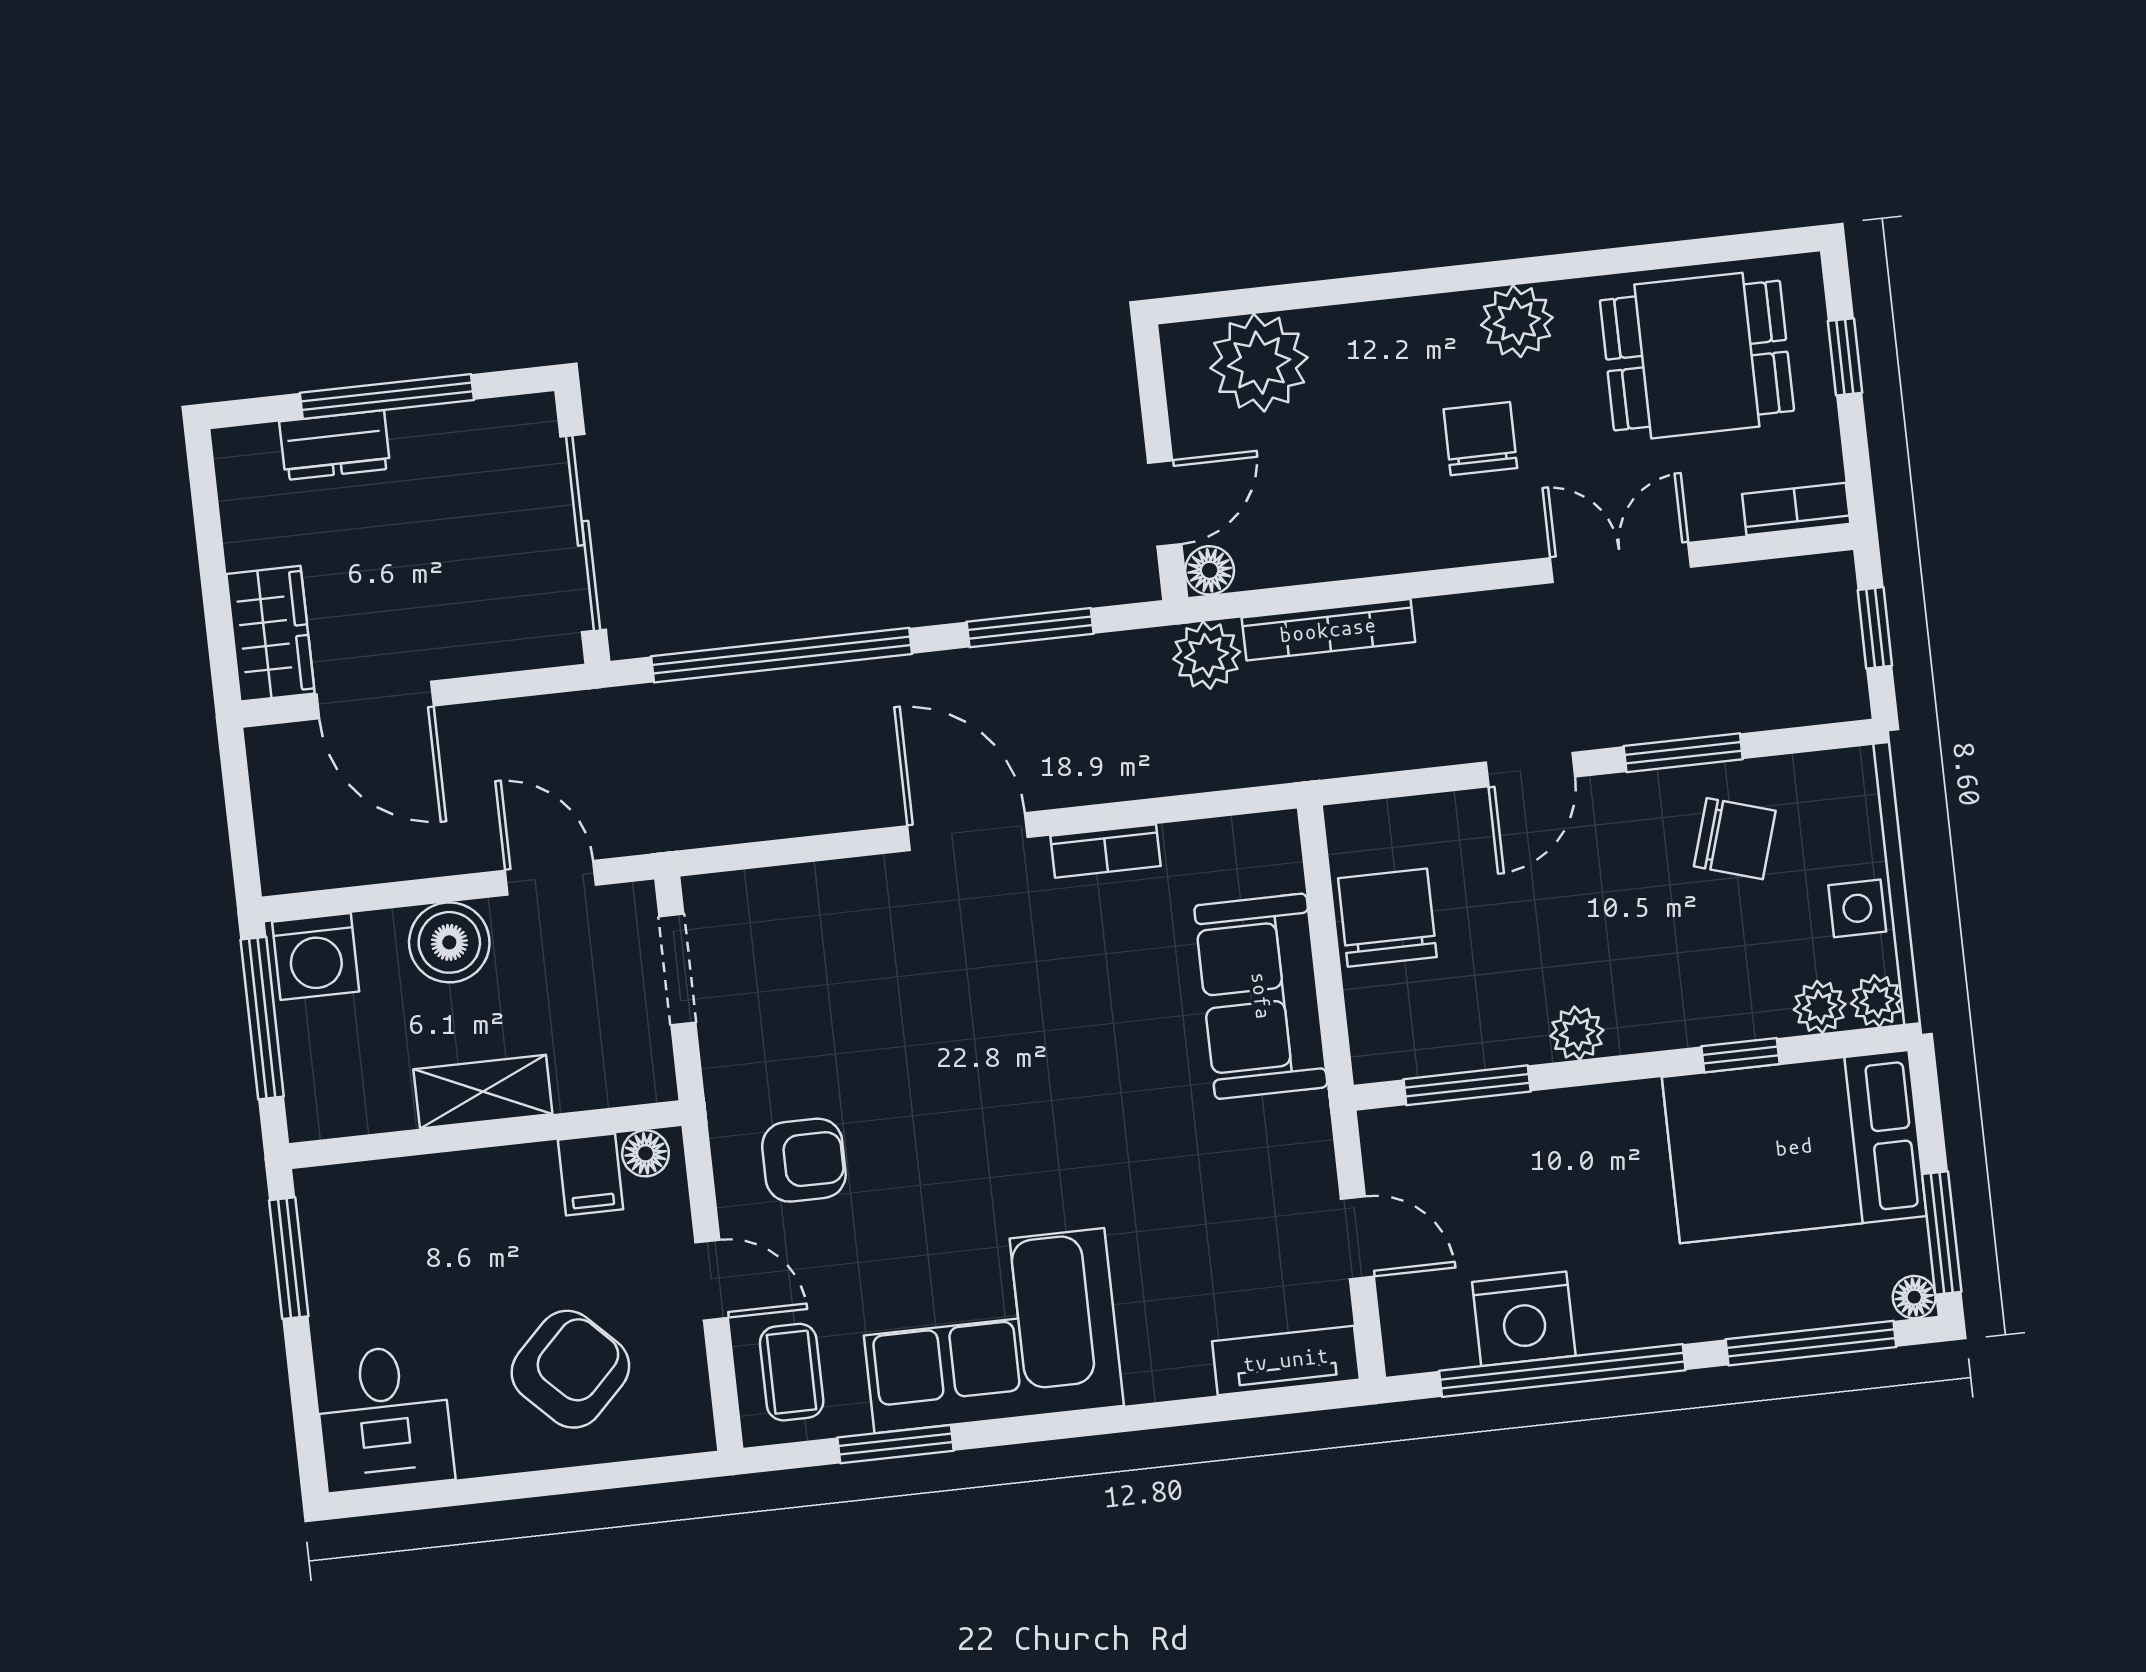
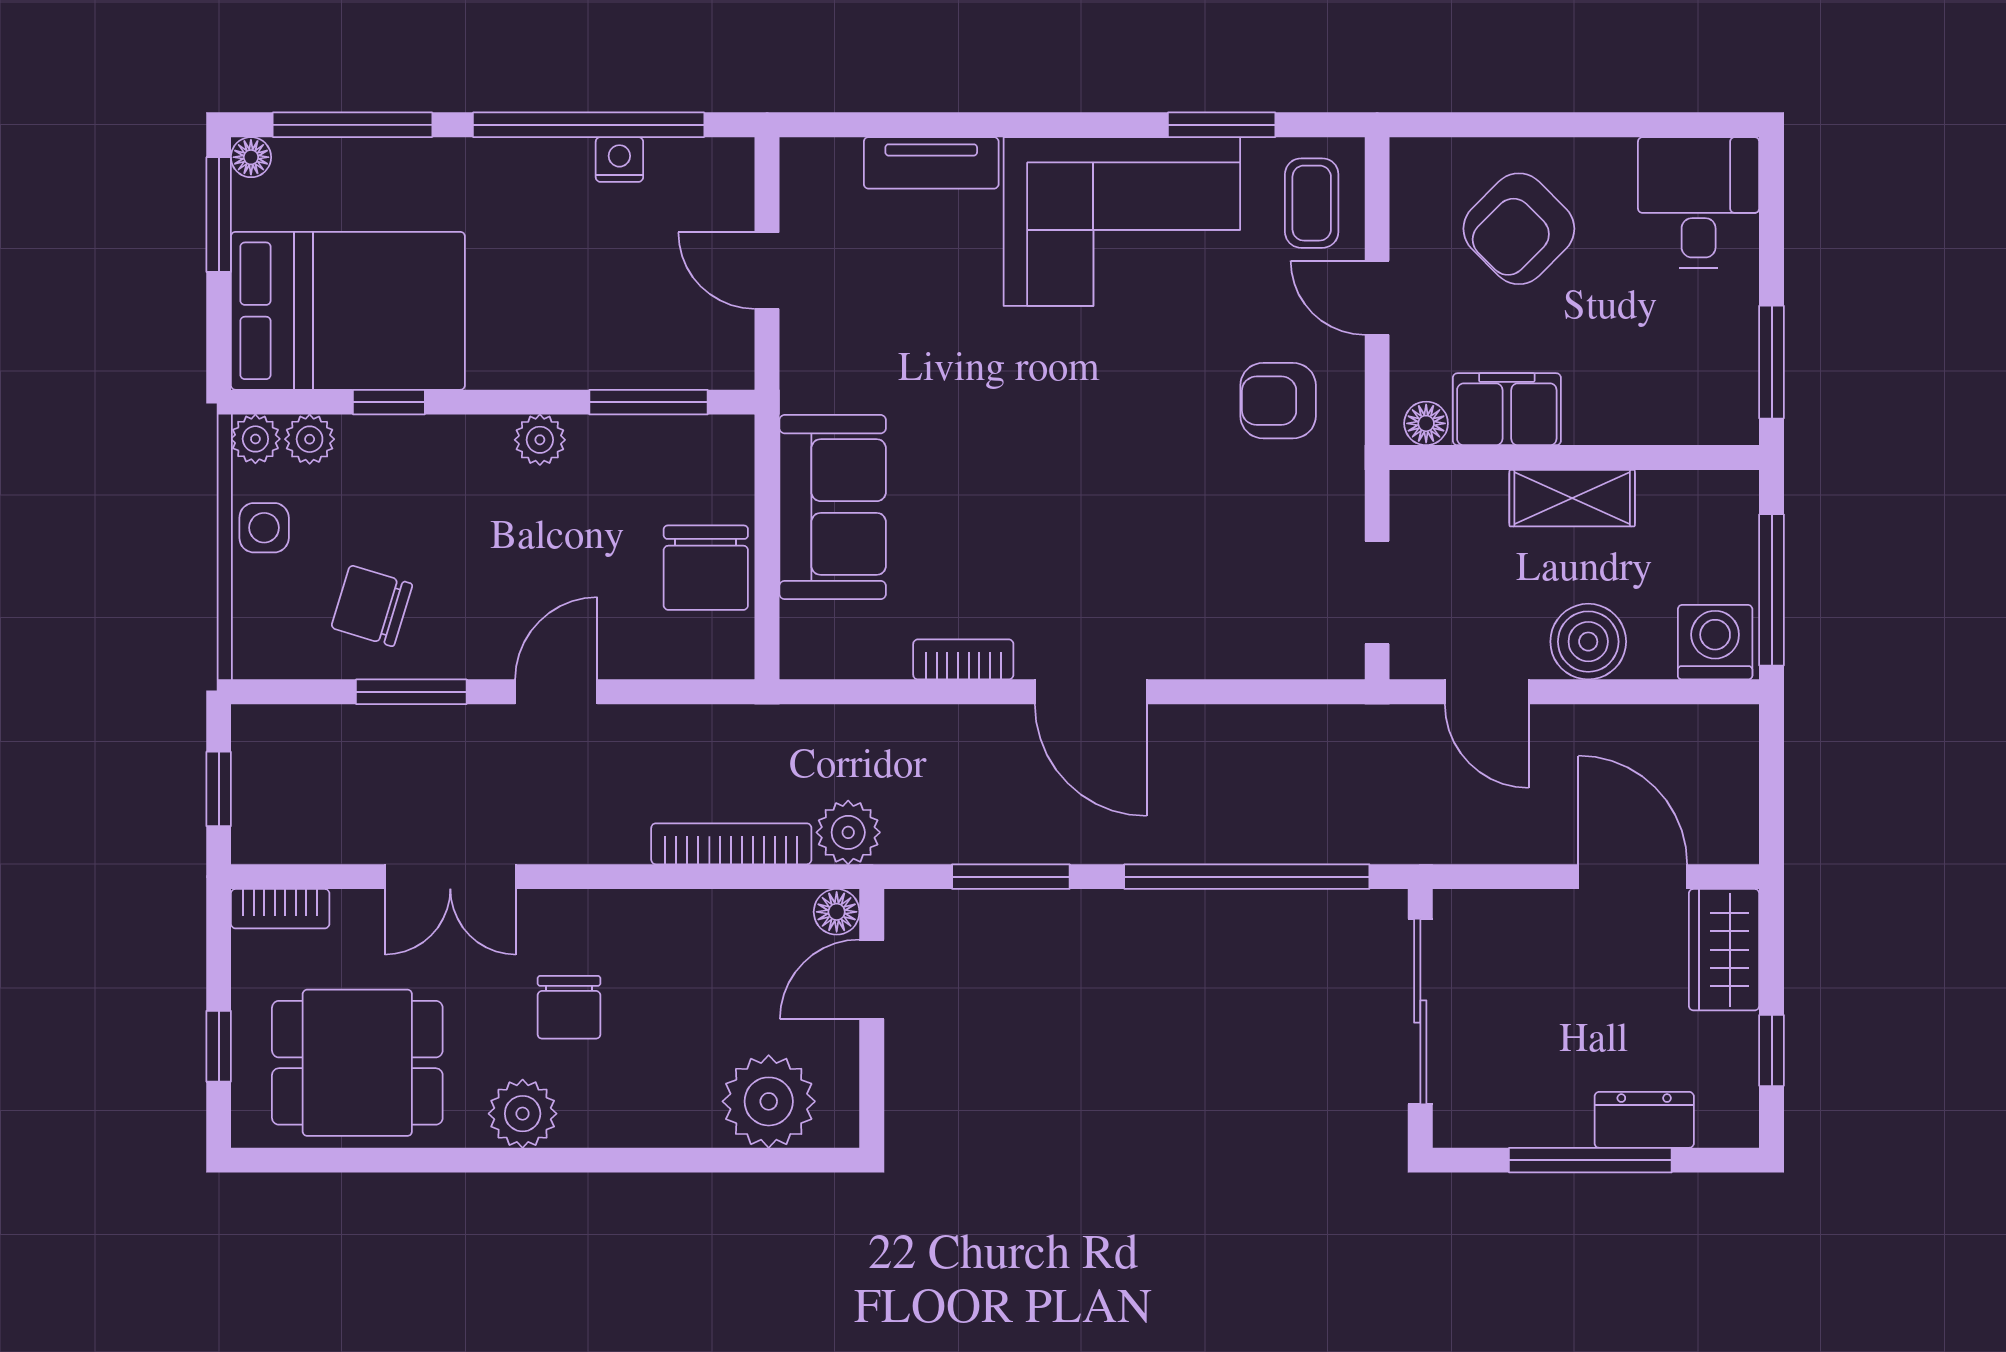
window: (209, 533) -> (1772, 1050), added
filing cabinet: (590, 1175) -> (1507, 409), width x2.00
nightstand: (1524, 1319) -> (619, 159), width x0.53, depth x0.56
tv unit: (1286, 1360) -> (931, 163), moved

